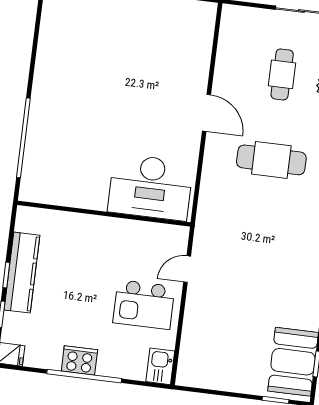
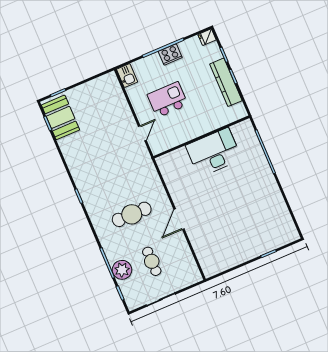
door: (207, 113) -> (179, 219), hinge flipped
desk: (150, 187) -> (214, 152), moved
kitchen island: (144, 305) -> (168, 100), moved

